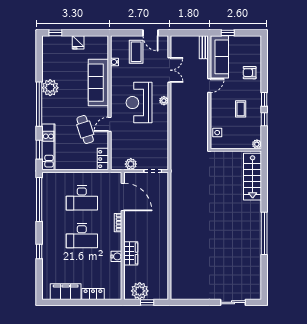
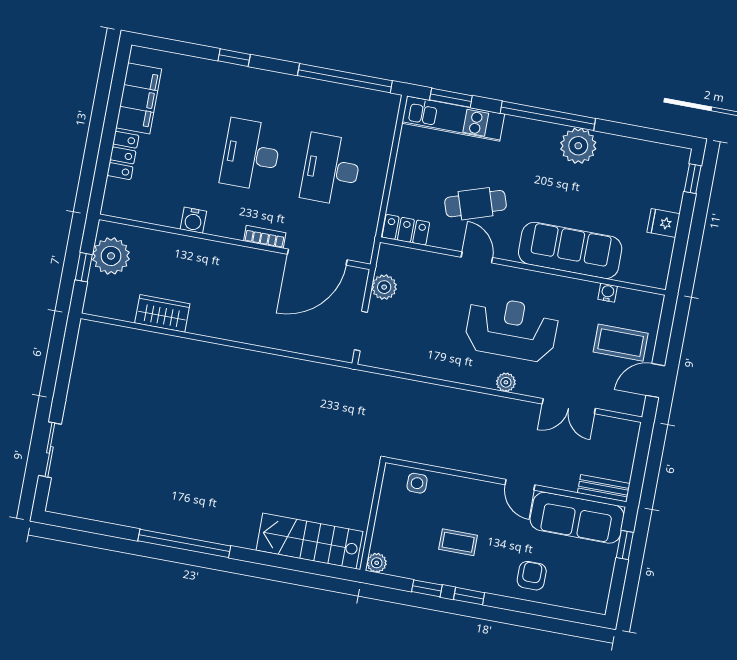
wardrobe: (131, 253) -> (162, 313), moved, turned 180

